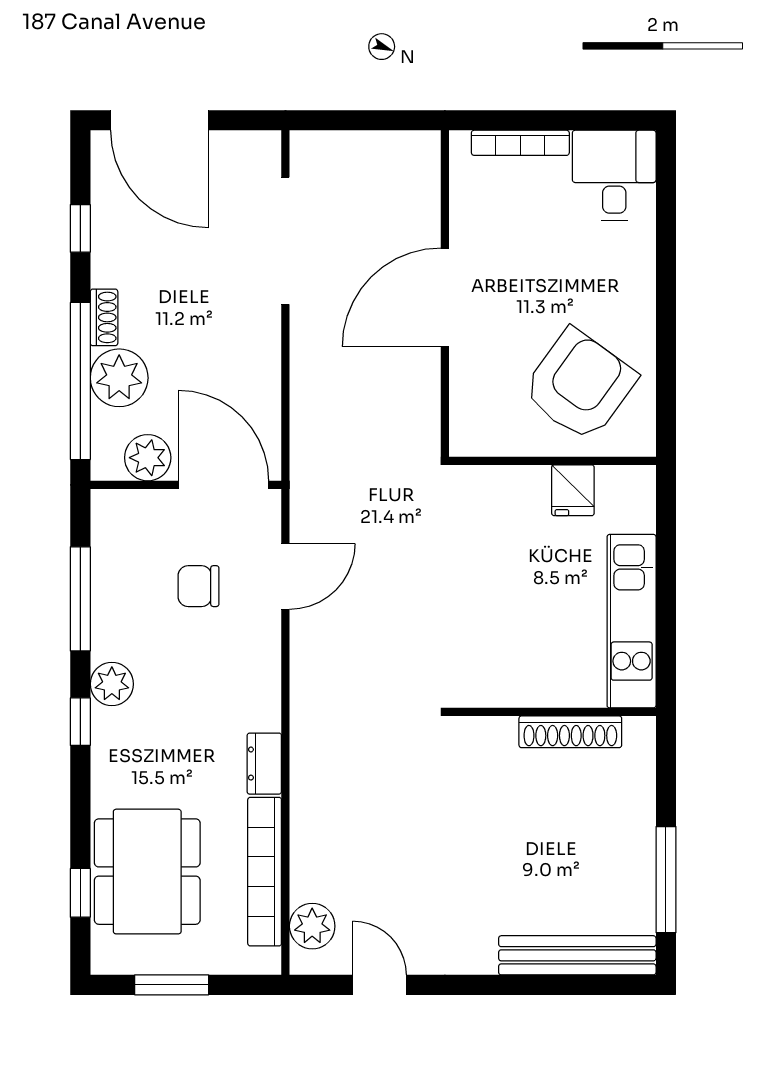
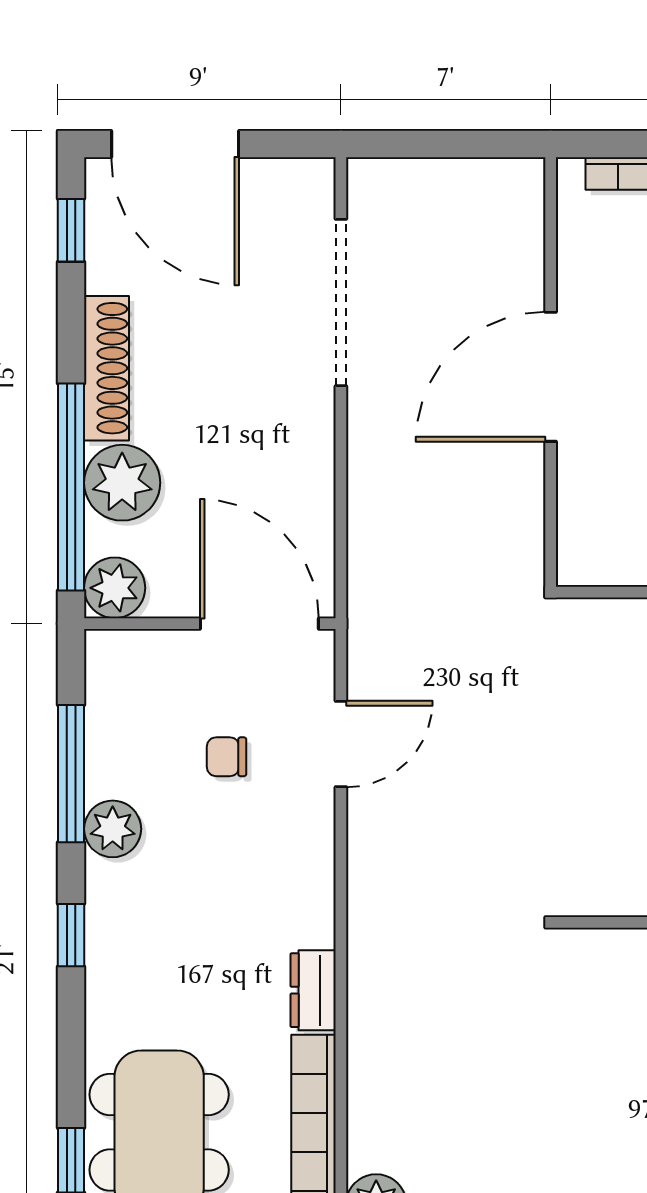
window: (80, 228) -> (71, 230), moved
shoe rack: (104, 317) -> (107, 368), width x1.94, depth x1.24
plant: (148, 458) -> (115, 588), moved
chair: (198, 586) -> (227, 757), width x0.73, depth x0.73
plant: (112, 684) -> (113, 829), moved

